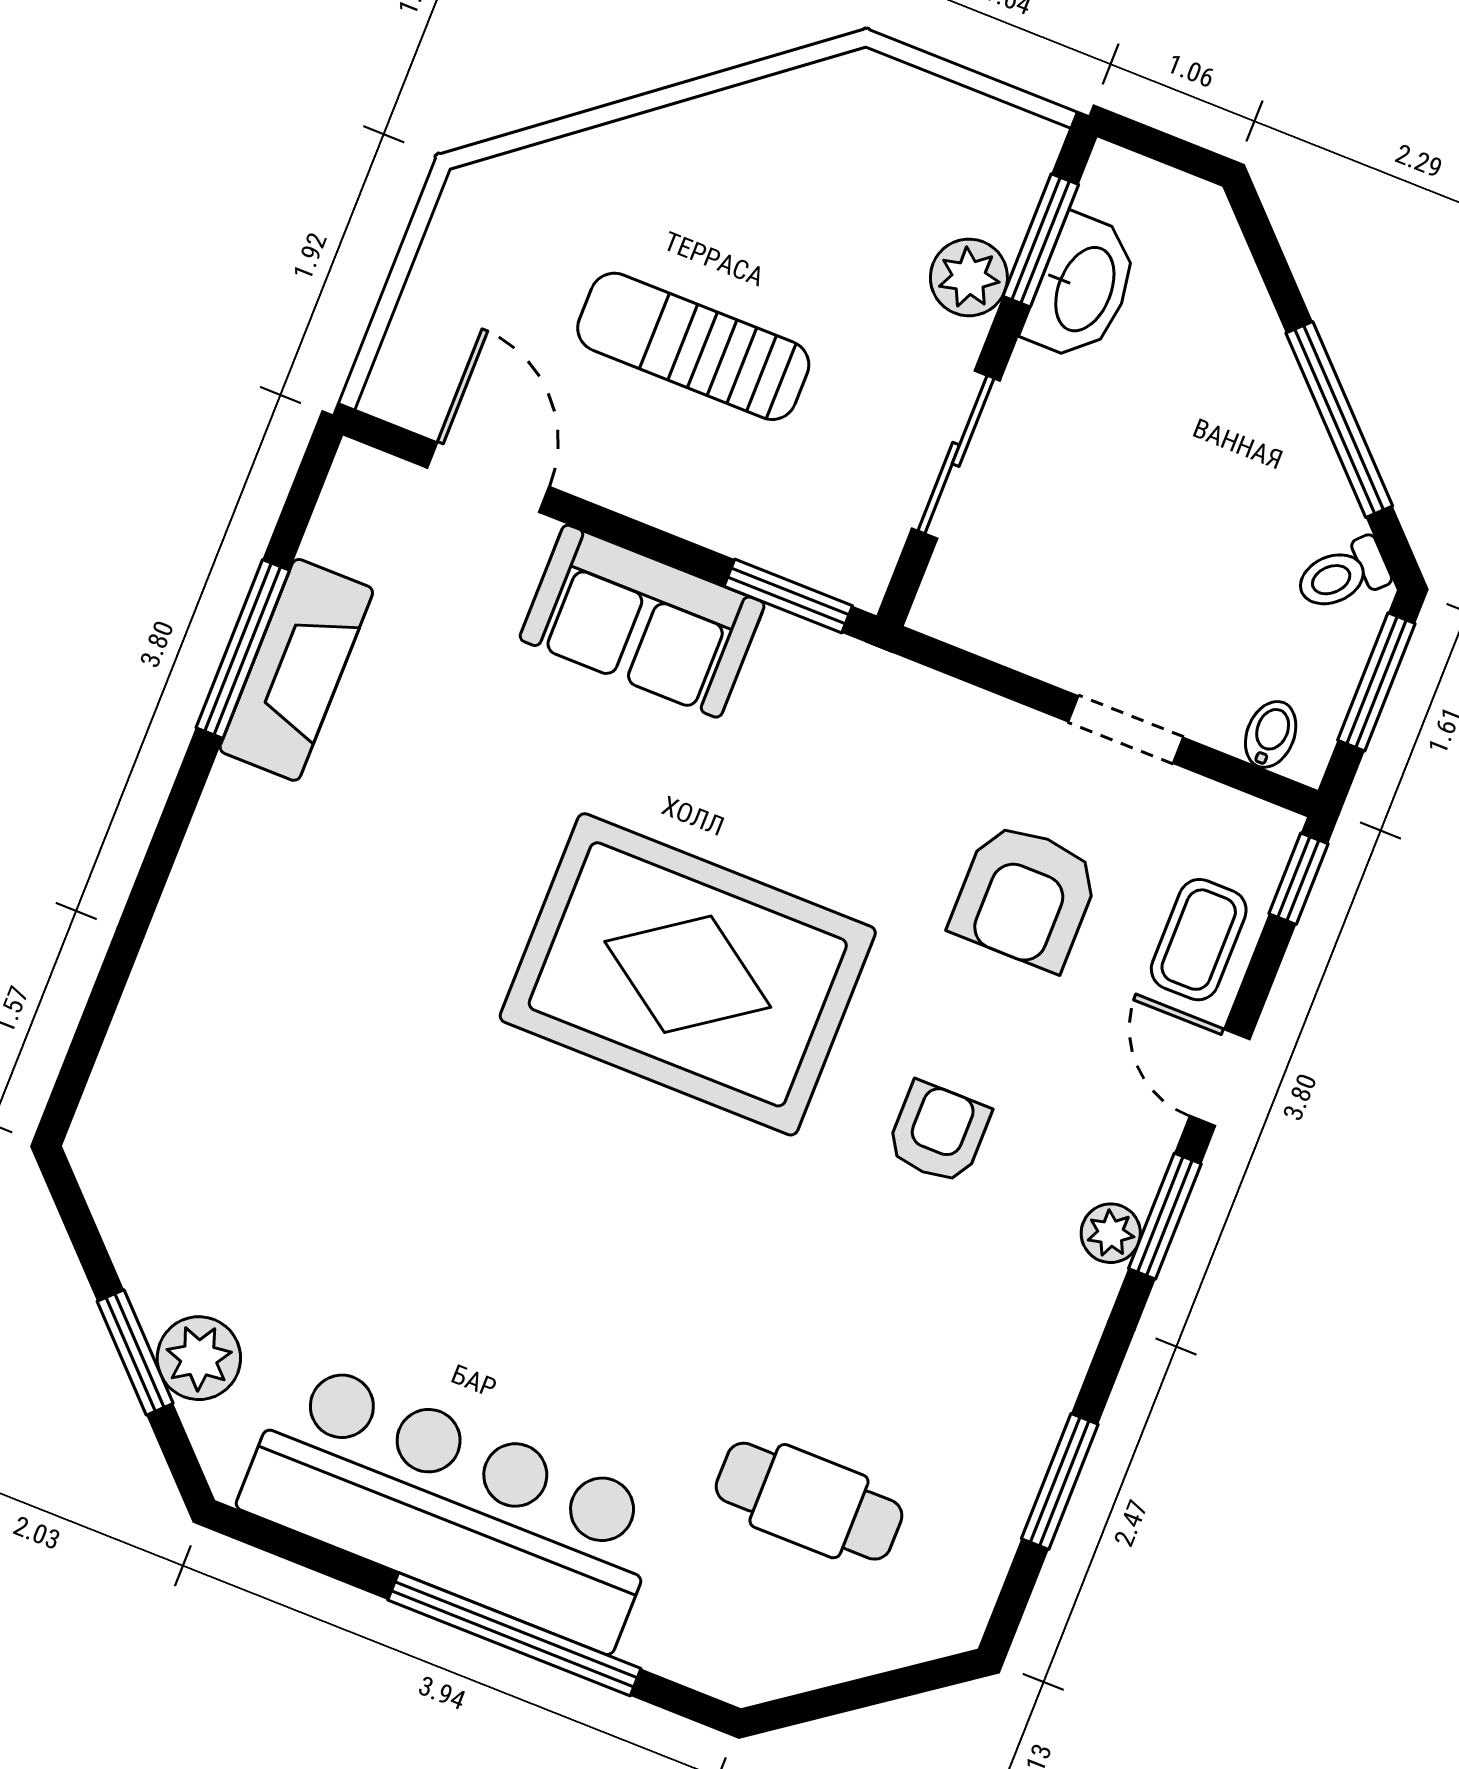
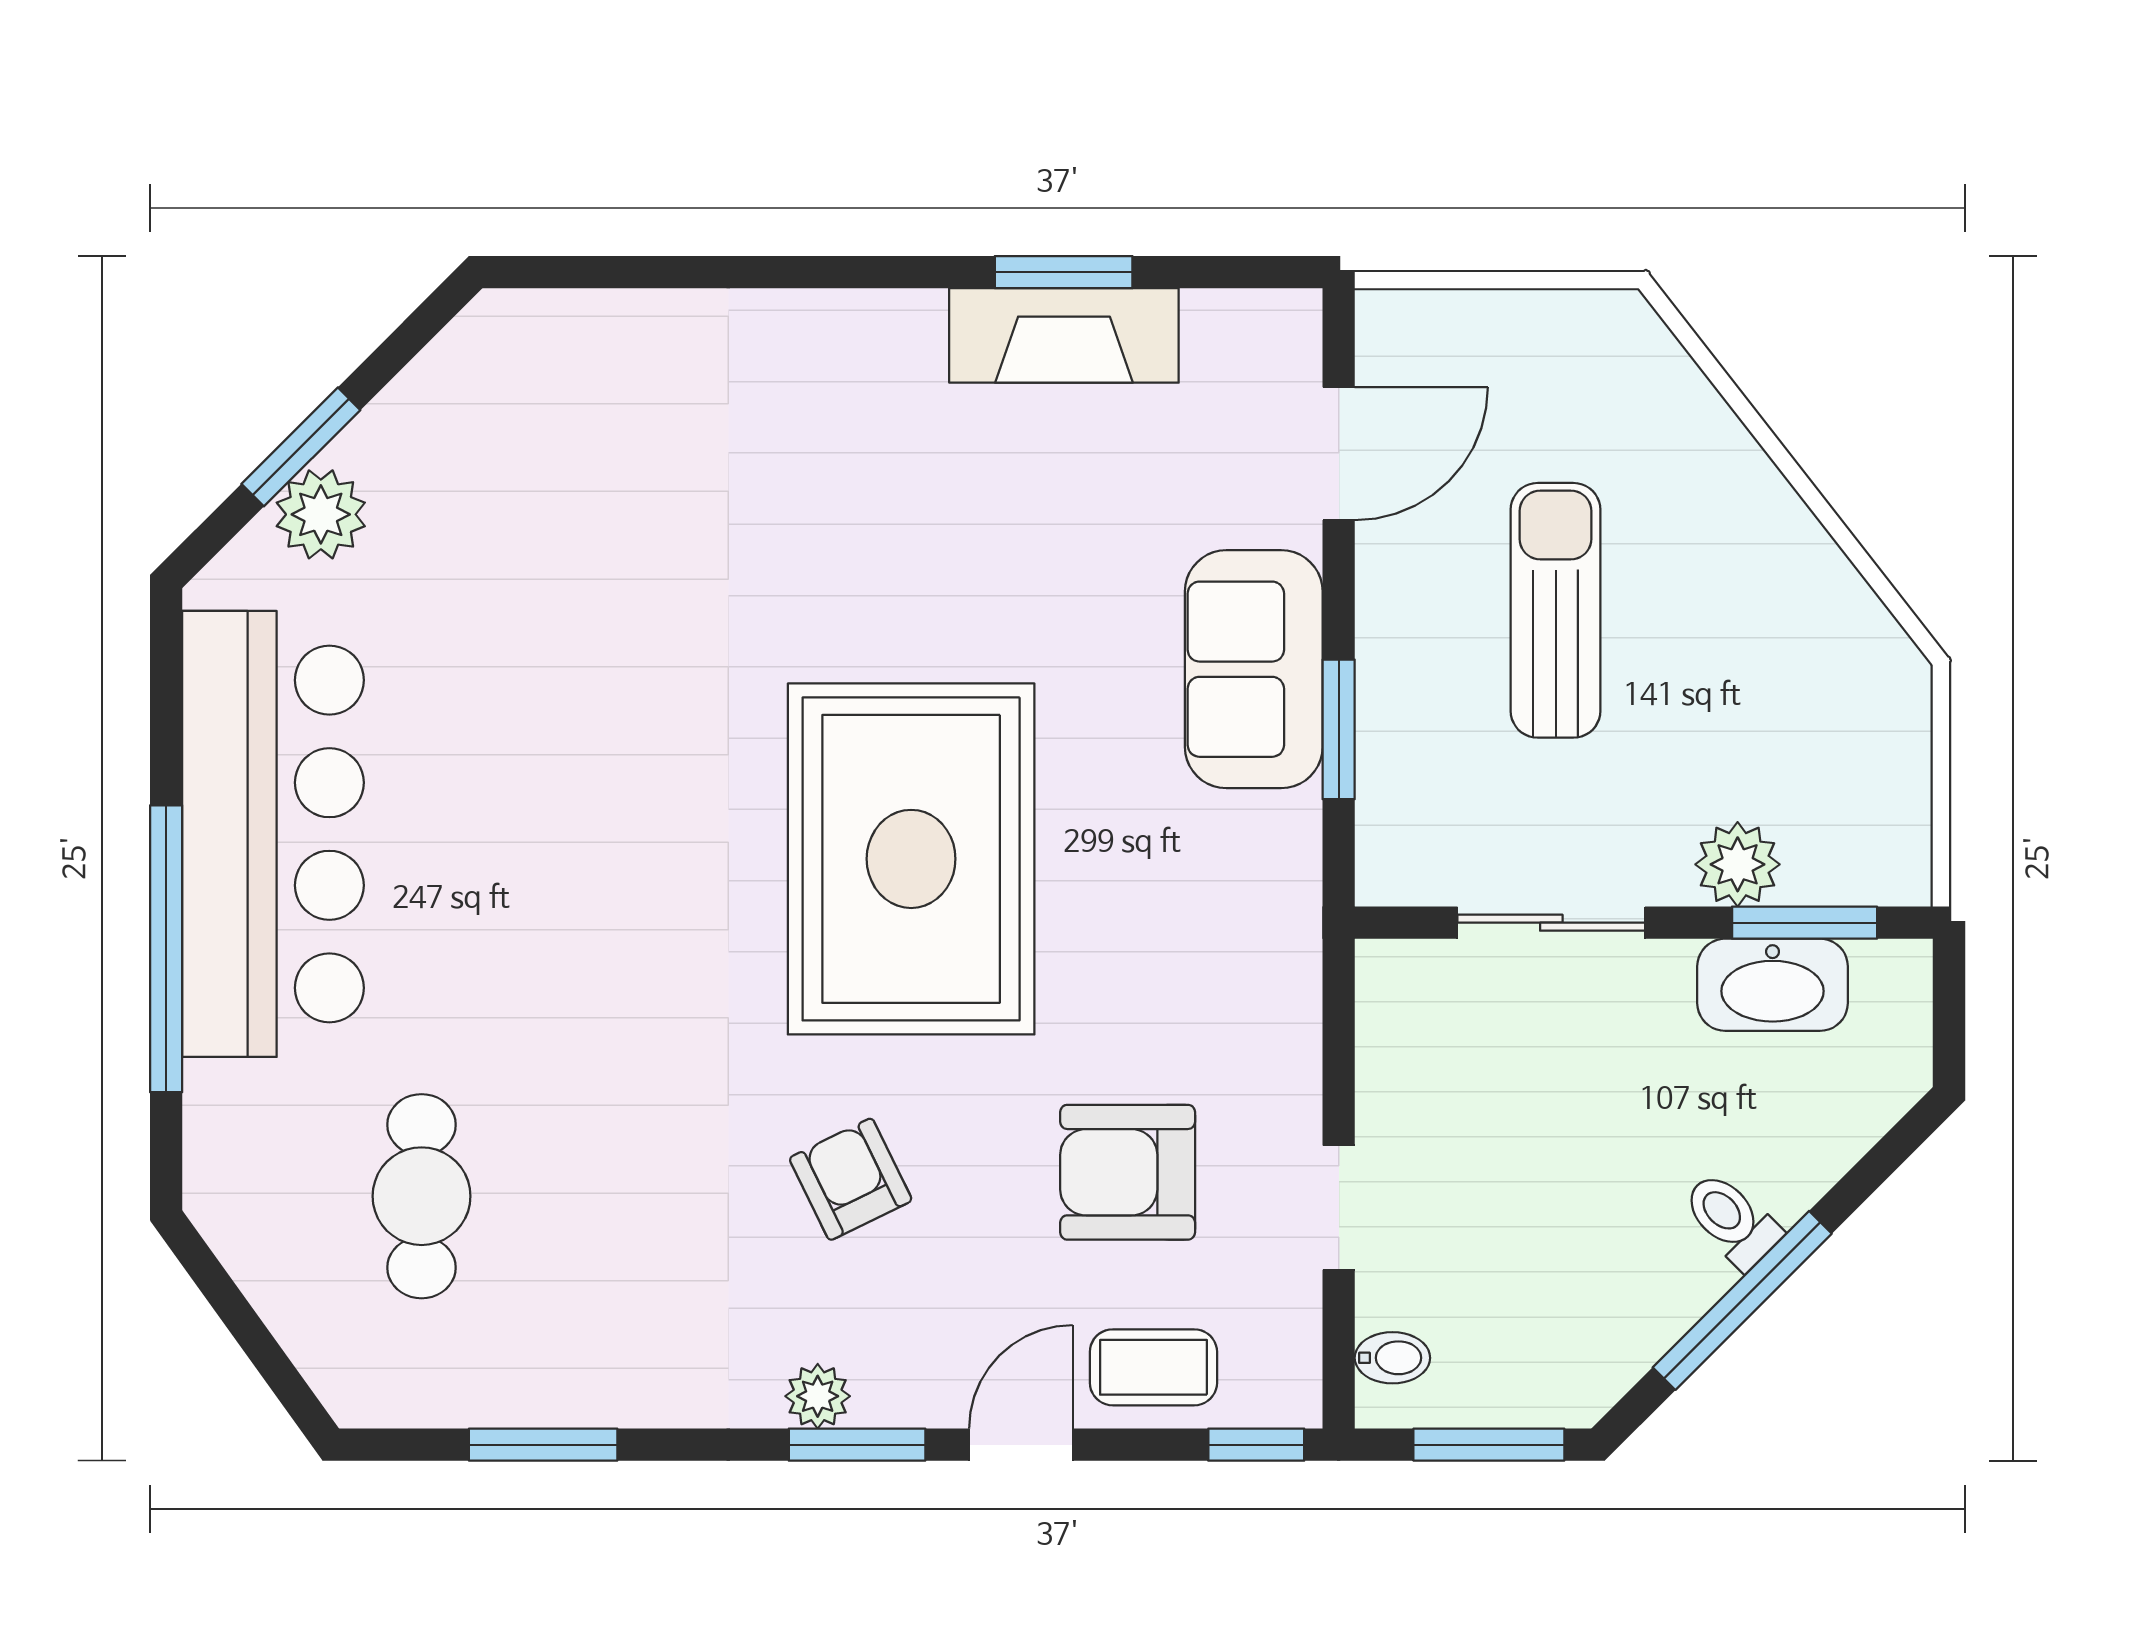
toilet: (1342, 575) -> (1731, 1220), moved
window: (788, 596) -> (1339, 729), moved
window: (243, 649) -> (1064, 272), width x0.69
armchair: (938, 1133) -> (851, 1179), turned -116

